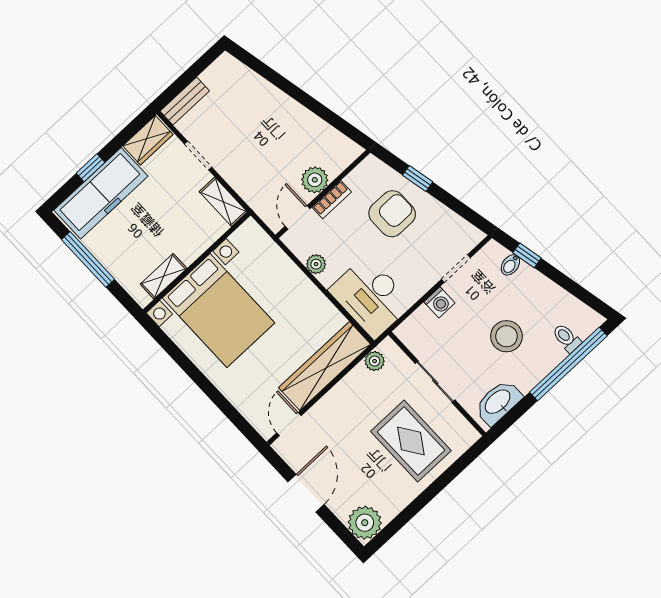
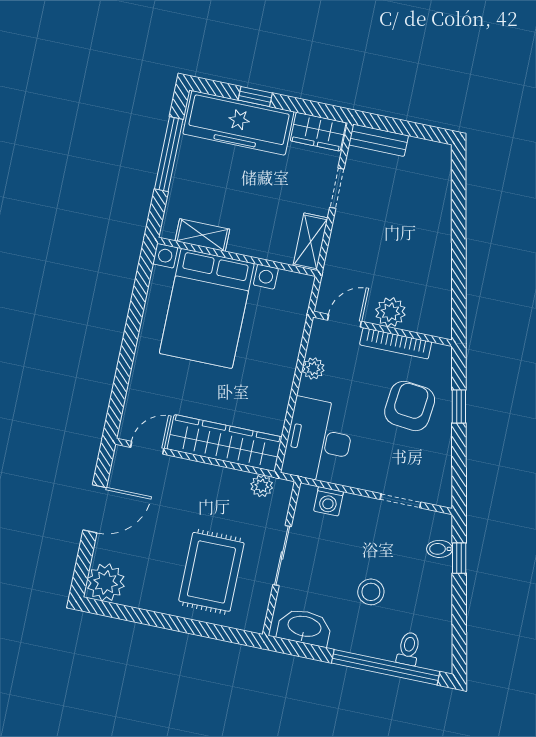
bookcase: (332, 200) -> (396, 343), width x1.56
armchair: (392, 214) -> (410, 406), turned -84
washing machine: (439, 302) -> (328, 501), moved
stool: (506, 336) -> (371, 592), width x0.73, depth x0.73

